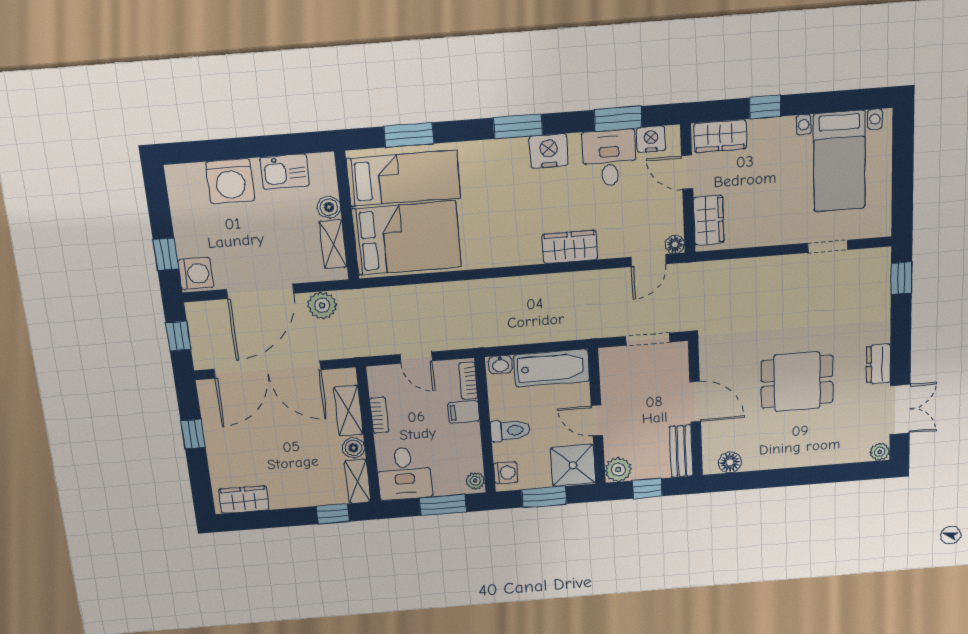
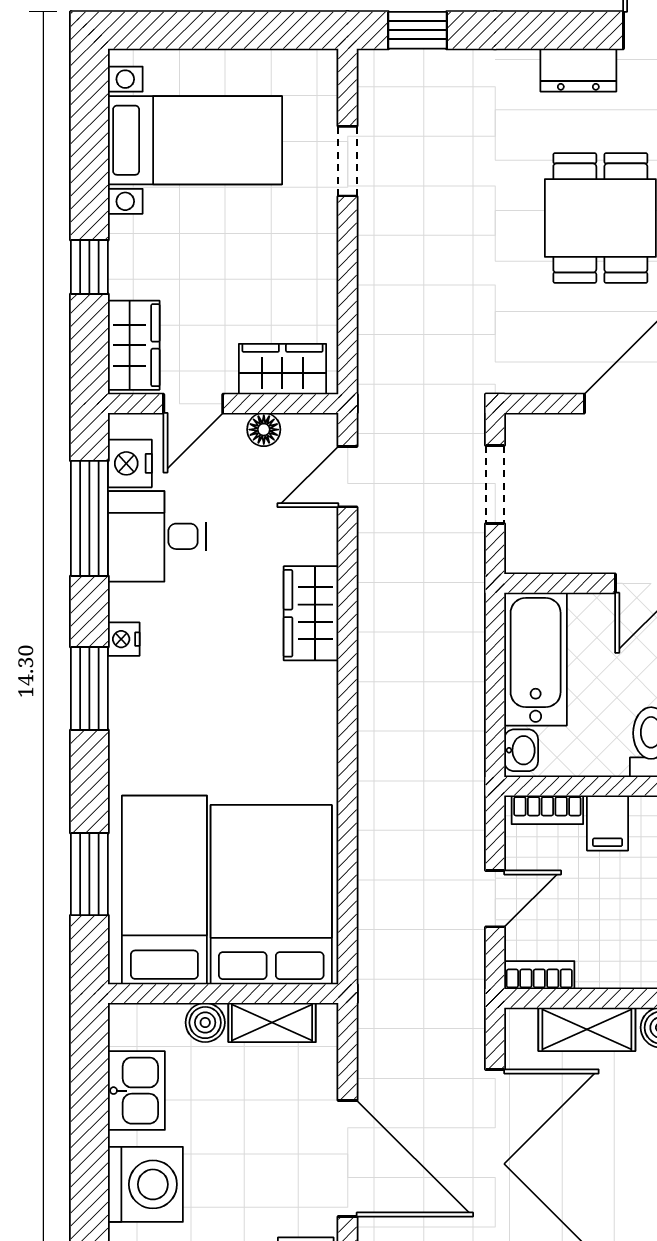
window: (618, 119) -> (89, 518), width x1.44
nightstand: (549, 151) -> (124, 639), width x0.53, depth x0.56
floor lamp: (675, 244) -> (264, 430), moved
door: (649, 261) -> (348, 477), swing flipped
plant: (322, 305) -> (382, 1054), removed
bookcase: (379, 415) -> (539, 975), moved

